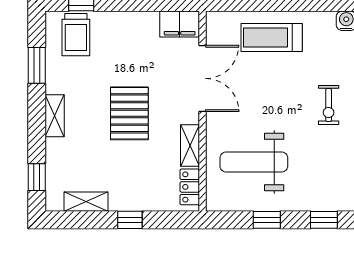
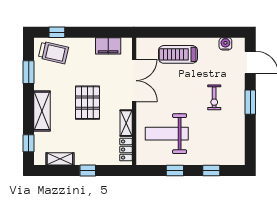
filing cabinet: (180, 24) -> (108, 46), moved
trolley: (76, 35) -> (53, 53), turned -77
shelving: (55, 116) -> (42, 111), width x1.50, depth x1.33

